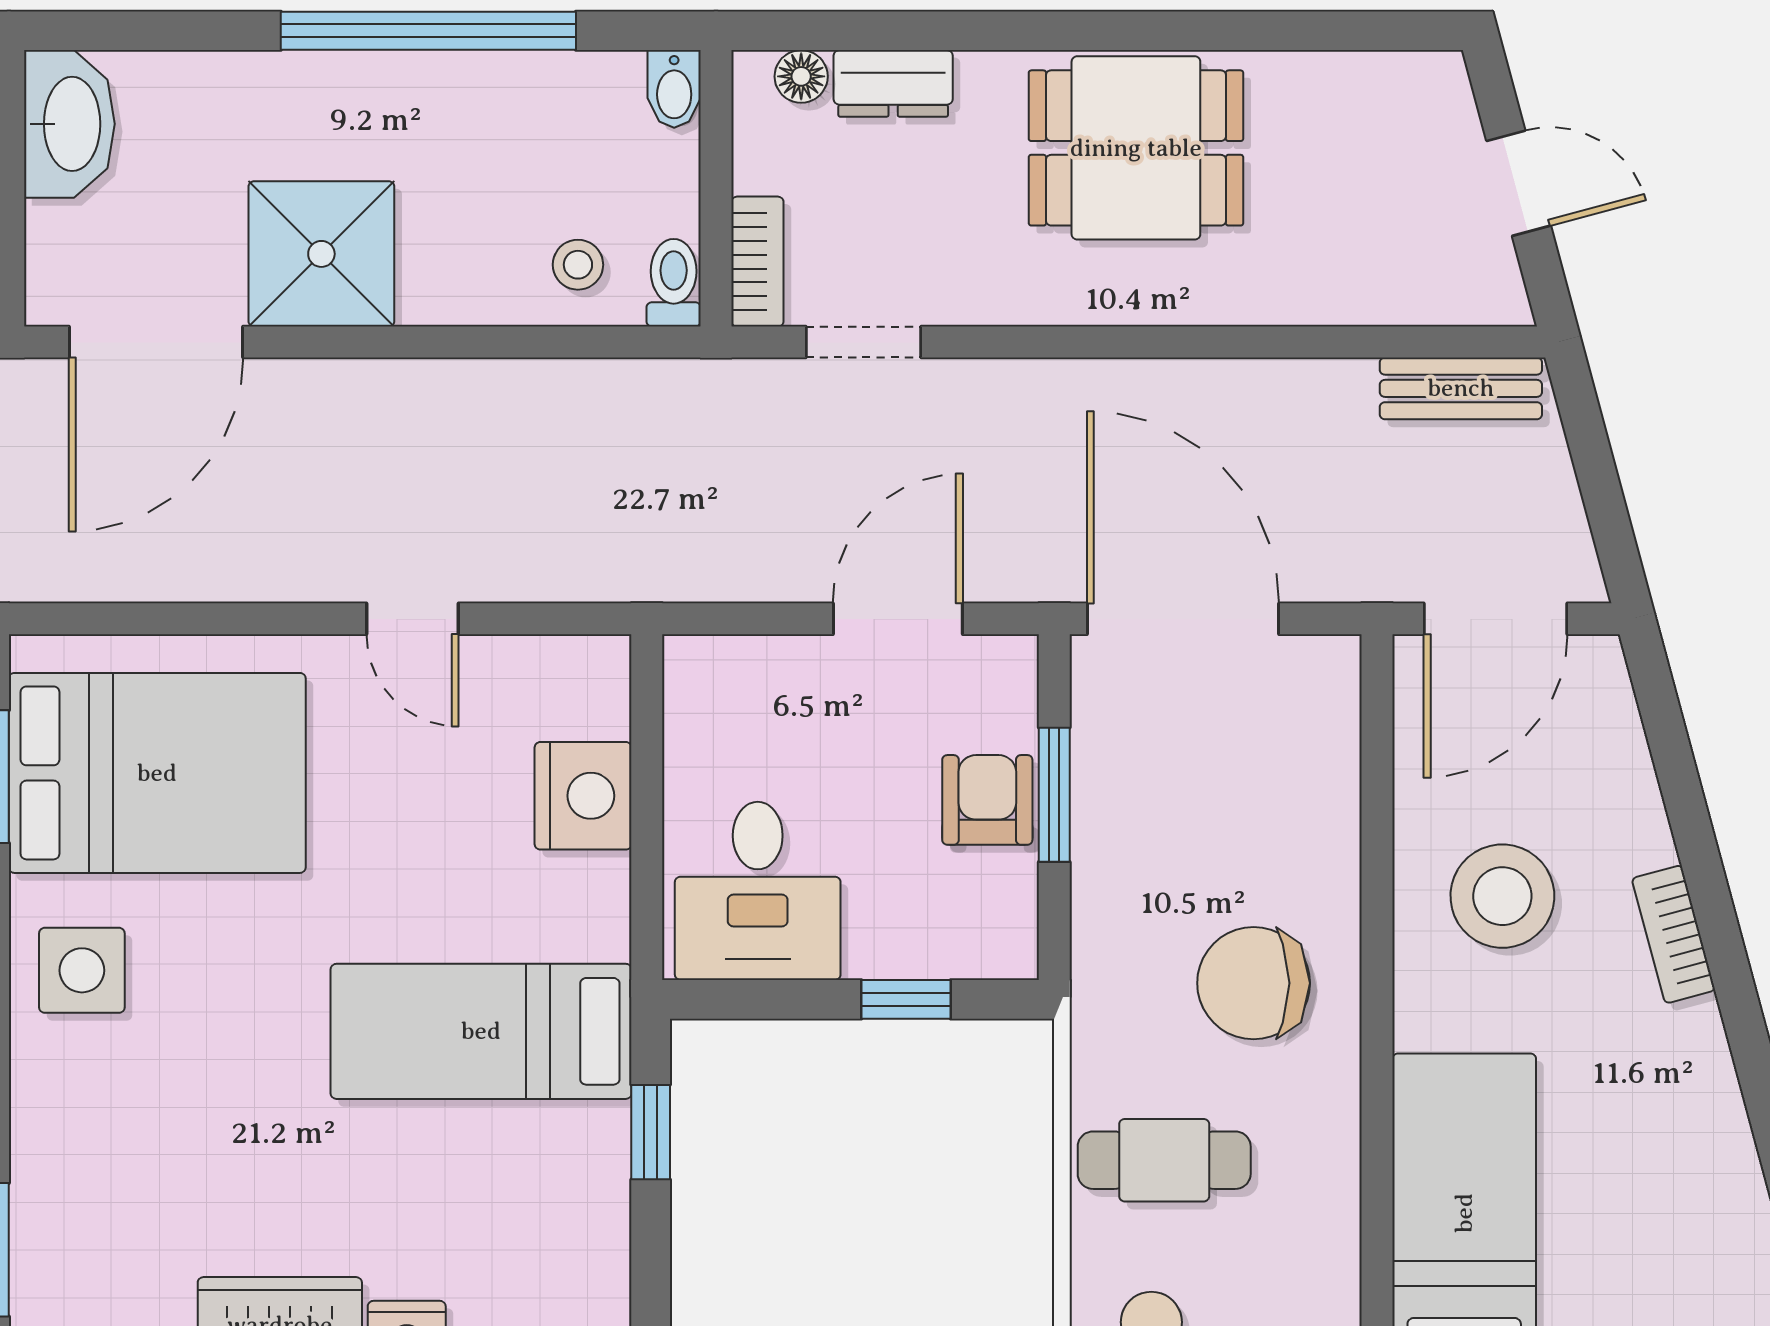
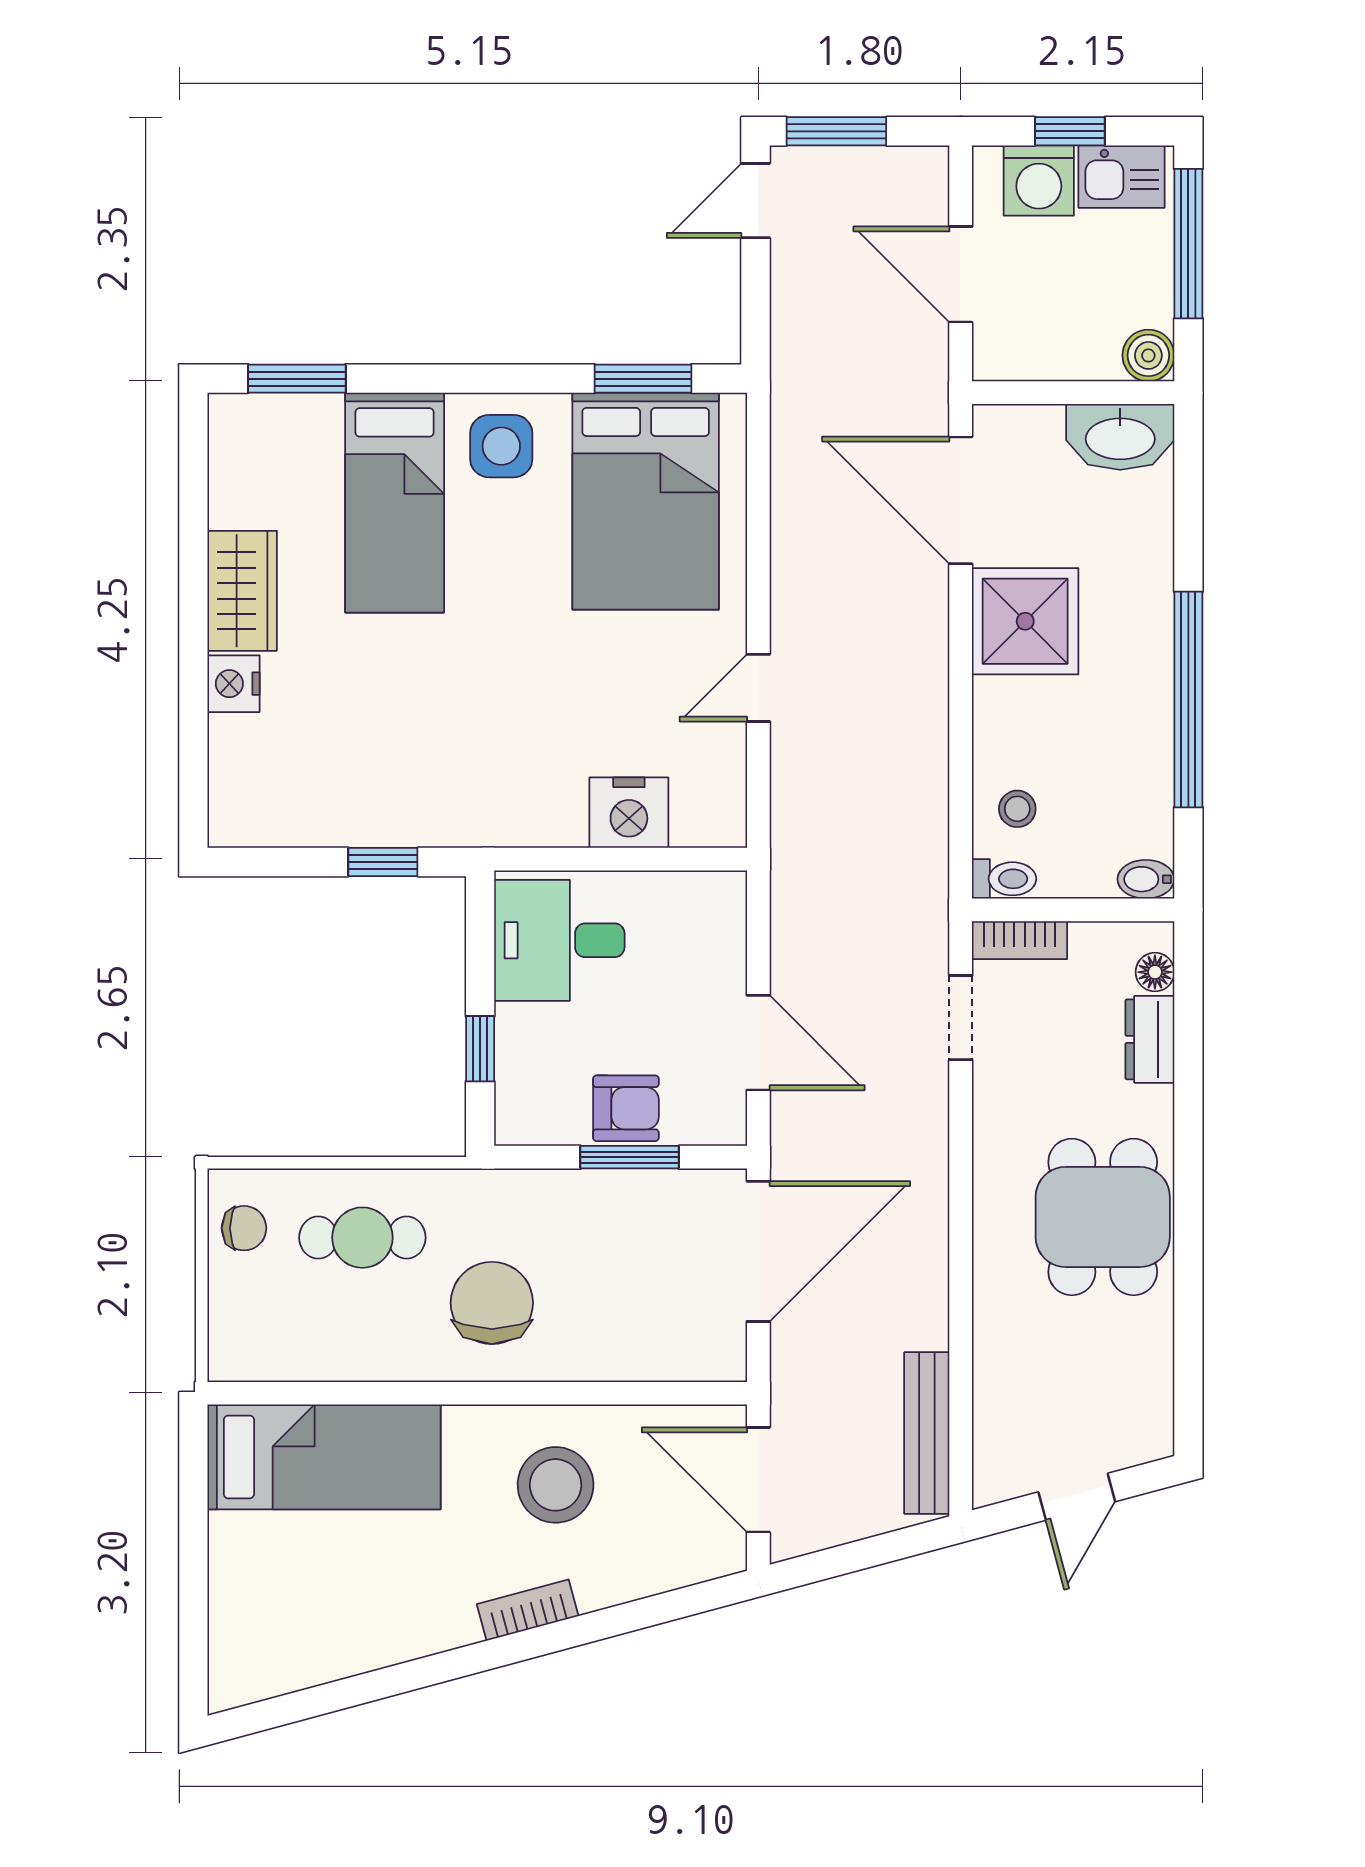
bench: (1461, 388) -> (927, 1433), width x1.36
bed: (481, 1031) -> (395, 503), moved, turned 180
cafe table: (1164, 1160) -> (362, 1238), turned 90

